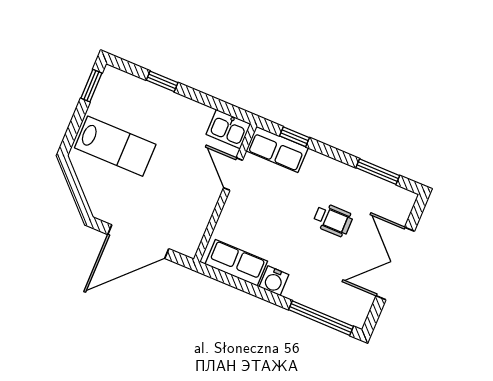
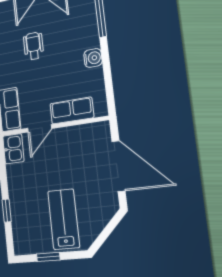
window: (91, 86) -> (48, 257), moved
row of seats: (236, 263) -> (72, 111), moved, turned 90

